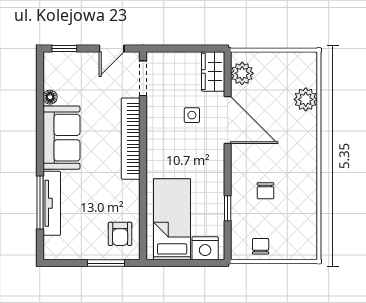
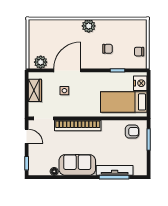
wardrobe: (213, 71) -> (35, 90), moved, turned -90
plant: (306, 99) -> (89, 26), moved

